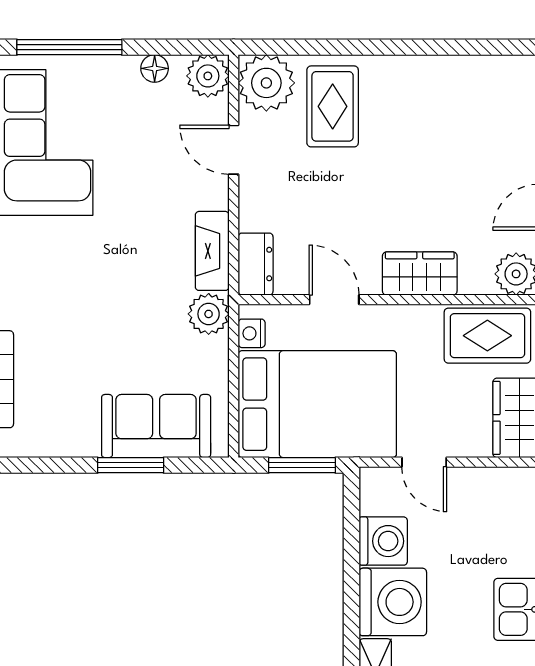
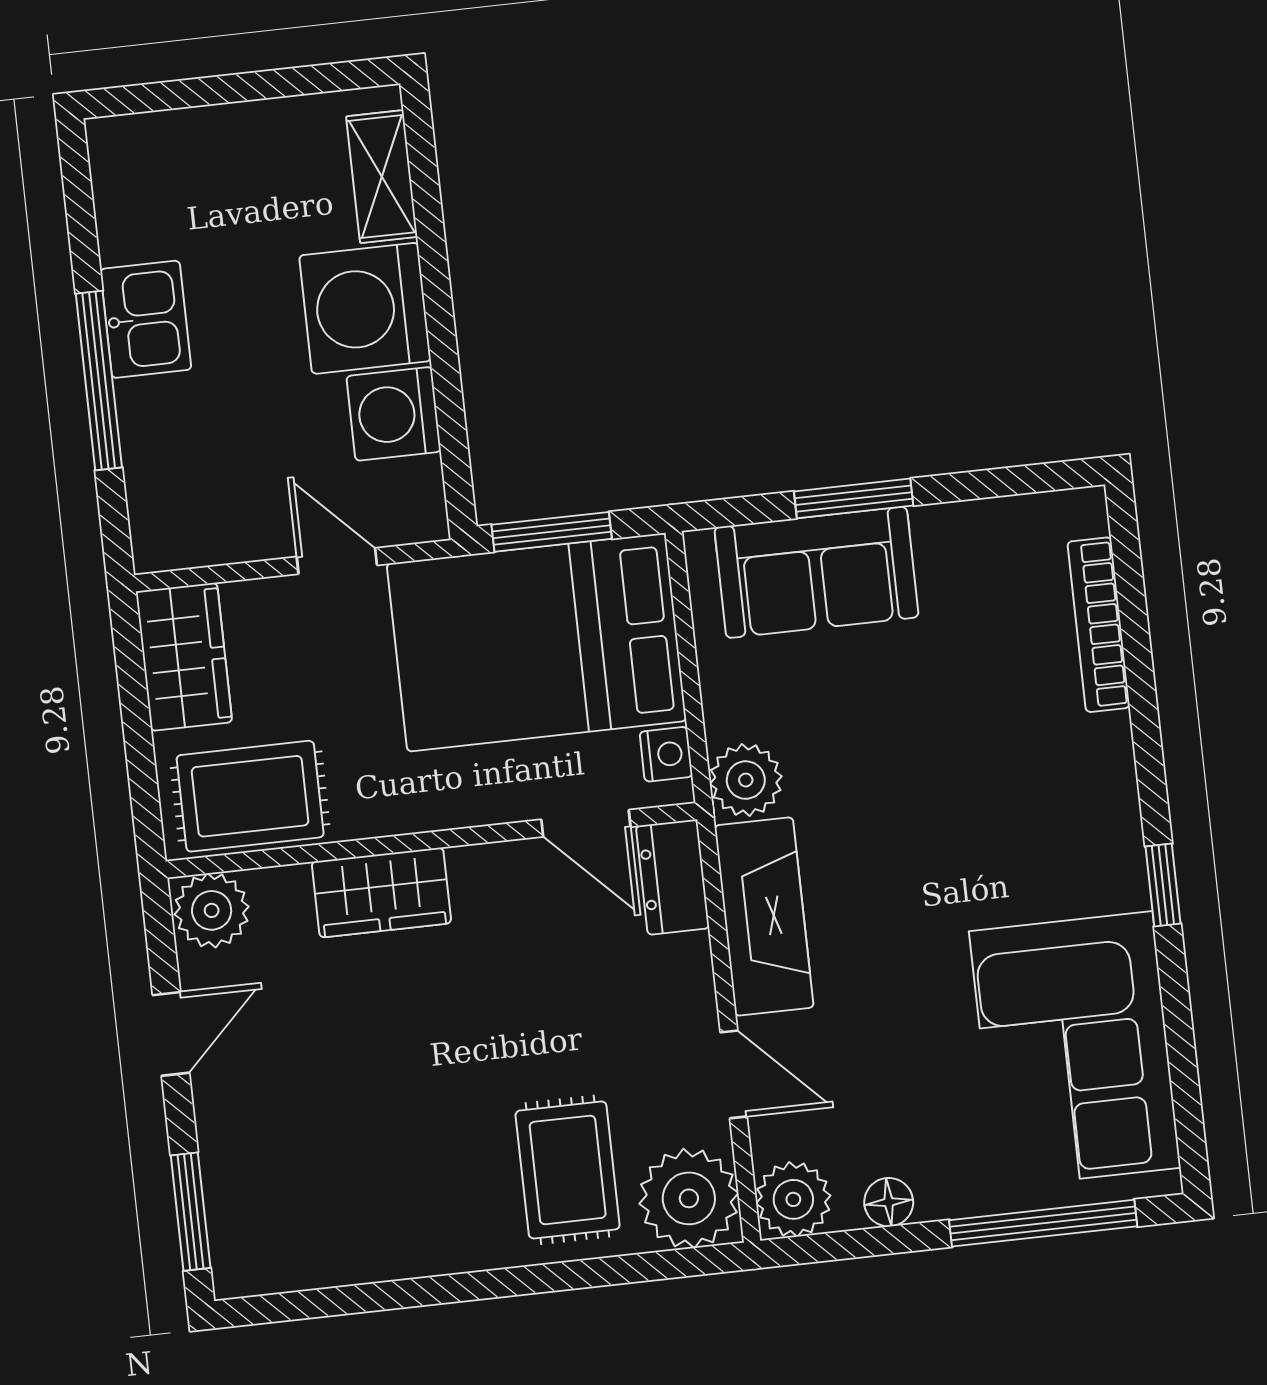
fireplace: (212, 251) -> (764, 917), width x1.37, depth x1.32
door: (334, 300) -> (586, 823), moved

